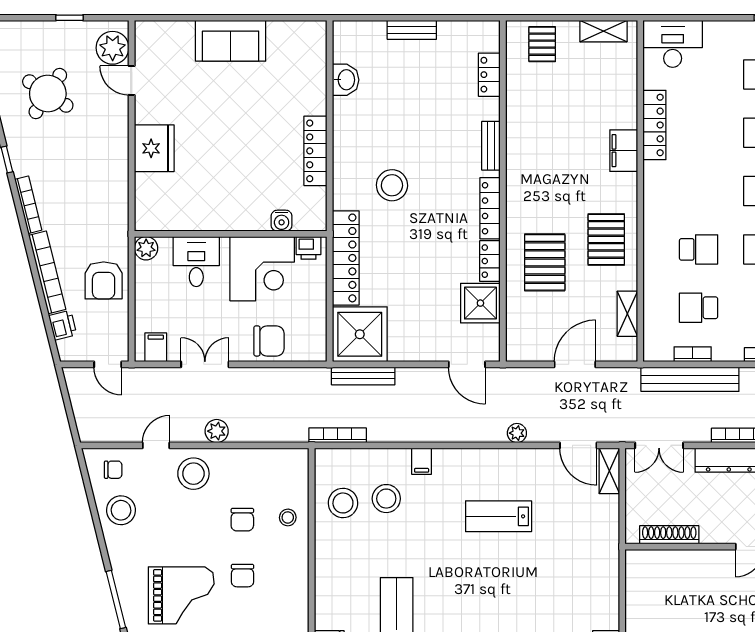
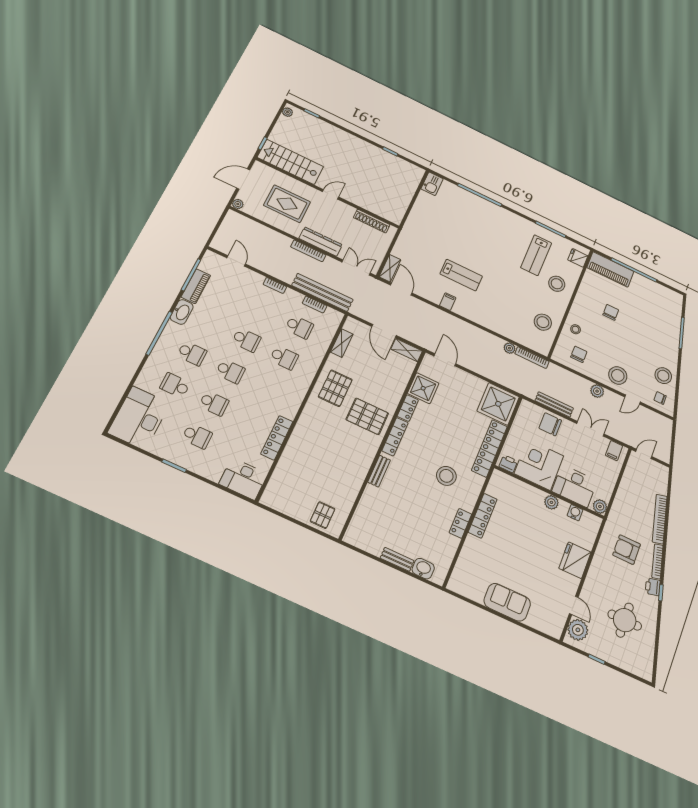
shelving: (603, 31) -> (407, 350), moved
locker: (489, 75) -> (460, 523), moved, turned 180
washbasin: (346, 80) -> (423, 569), moved, turned 90
round table: (48, 94) -> (625, 620), turned -33
filing cabinet: (624, 151) -> (302, 432), removed
plant: (222, 220) -> (551, 502), added
water cooler: (282, 221) -> (575, 513), moved
school desk: (699, 249) -> (284, 358), turned 180
desk: (196, 262) -> (575, 486), width x1.37
pallet: (545, 262) -> (367, 416), moved, turned 90
armchair: (104, 280) -> (627, 550), moved, turned -90
printer: (63, 325) -> (653, 587), moved
door: (108, 364) -> (644, 454), hinge flipped
double door: (205, 364) -> (590, 429), swing flipped
door: (575, 364) -> (384, 331), hinge flipped
bench: (363, 376) -> (554, 404), moved
plant: (517, 433) -> (509, 348), moved
filing cabinet: (422, 461) -> (448, 302), moved
stool: (386, 499) -> (557, 284), moved
chair: (242, 520) -> (579, 354), moved
grand piano: (181, 595) -> (647, 318), removed

